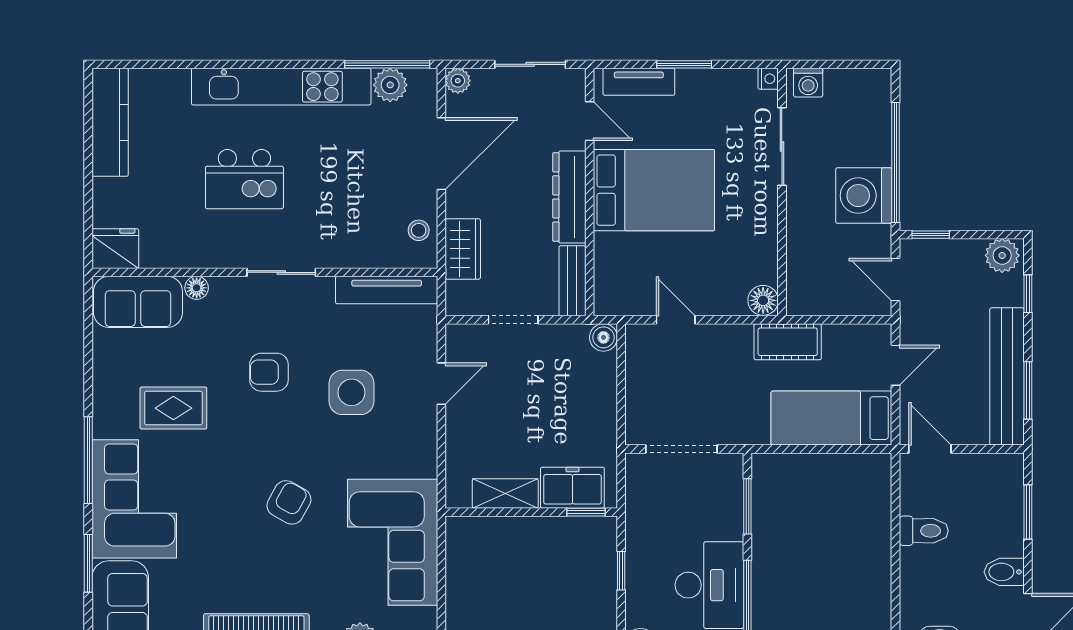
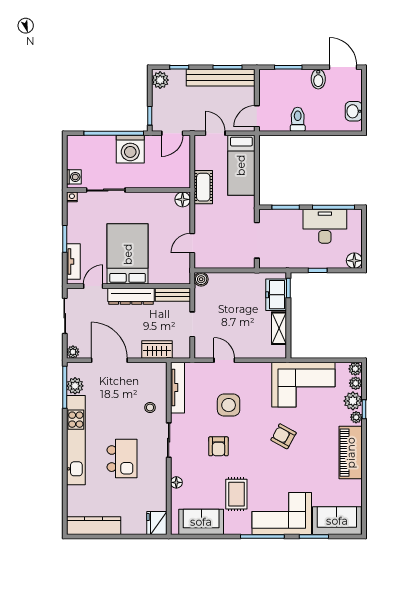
stool: (419, 230) -> (150, 407), moved
sofa: (138, 302) -> (201, 522), moved, turned -90

